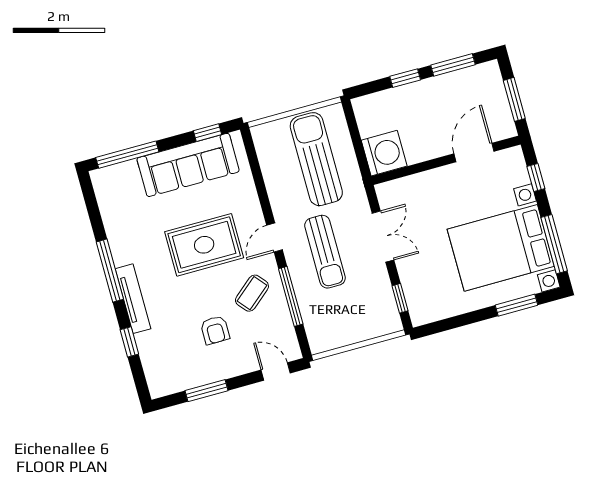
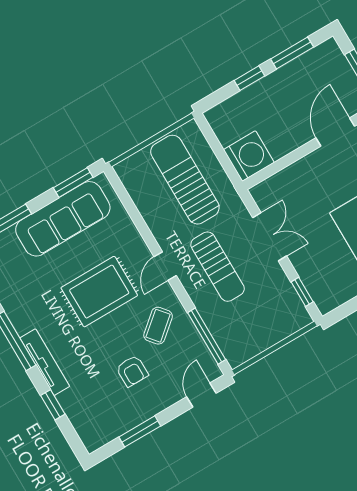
window: (208, 133) -> (73, 182), width x1.50
window: (291, 296) -> (207, 336), moved
door: (276, 372) -> (201, 395), hinge flipped

